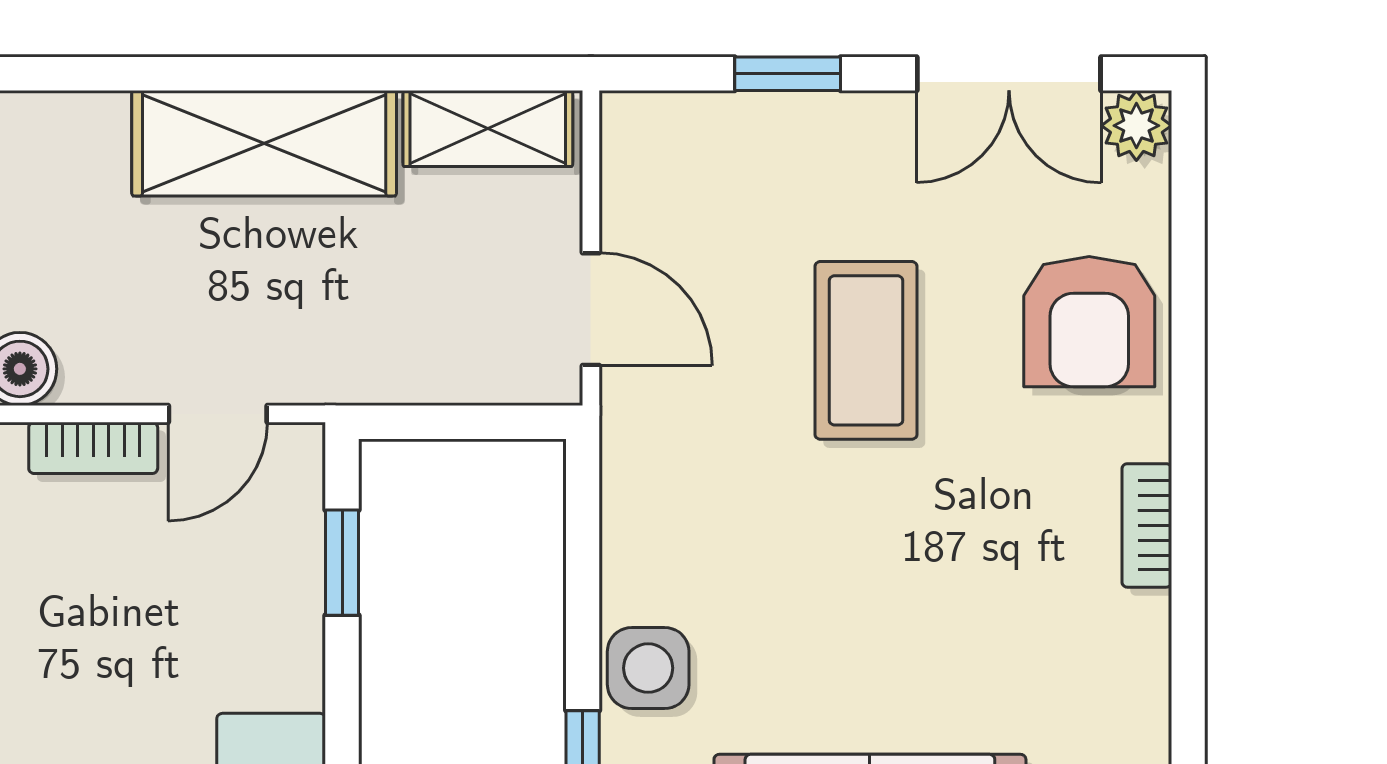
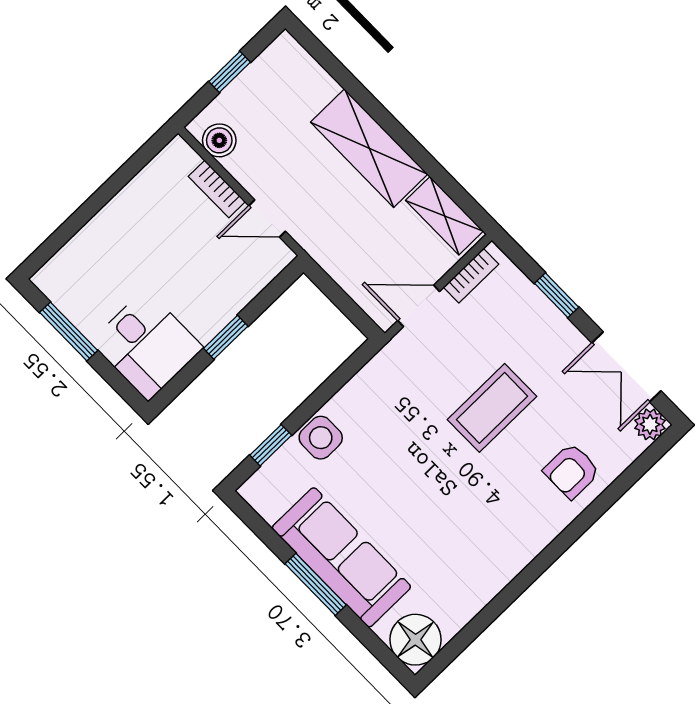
door: (591, 309) -> (419, 306), swing flipped
armchair: (1089, 322) -> (572, 471), width x0.72, depth x0.72
bookcase: (1147, 525) -> (471, 276), moved, turned 180
window: (342, 563) -> (226, 337), moved

